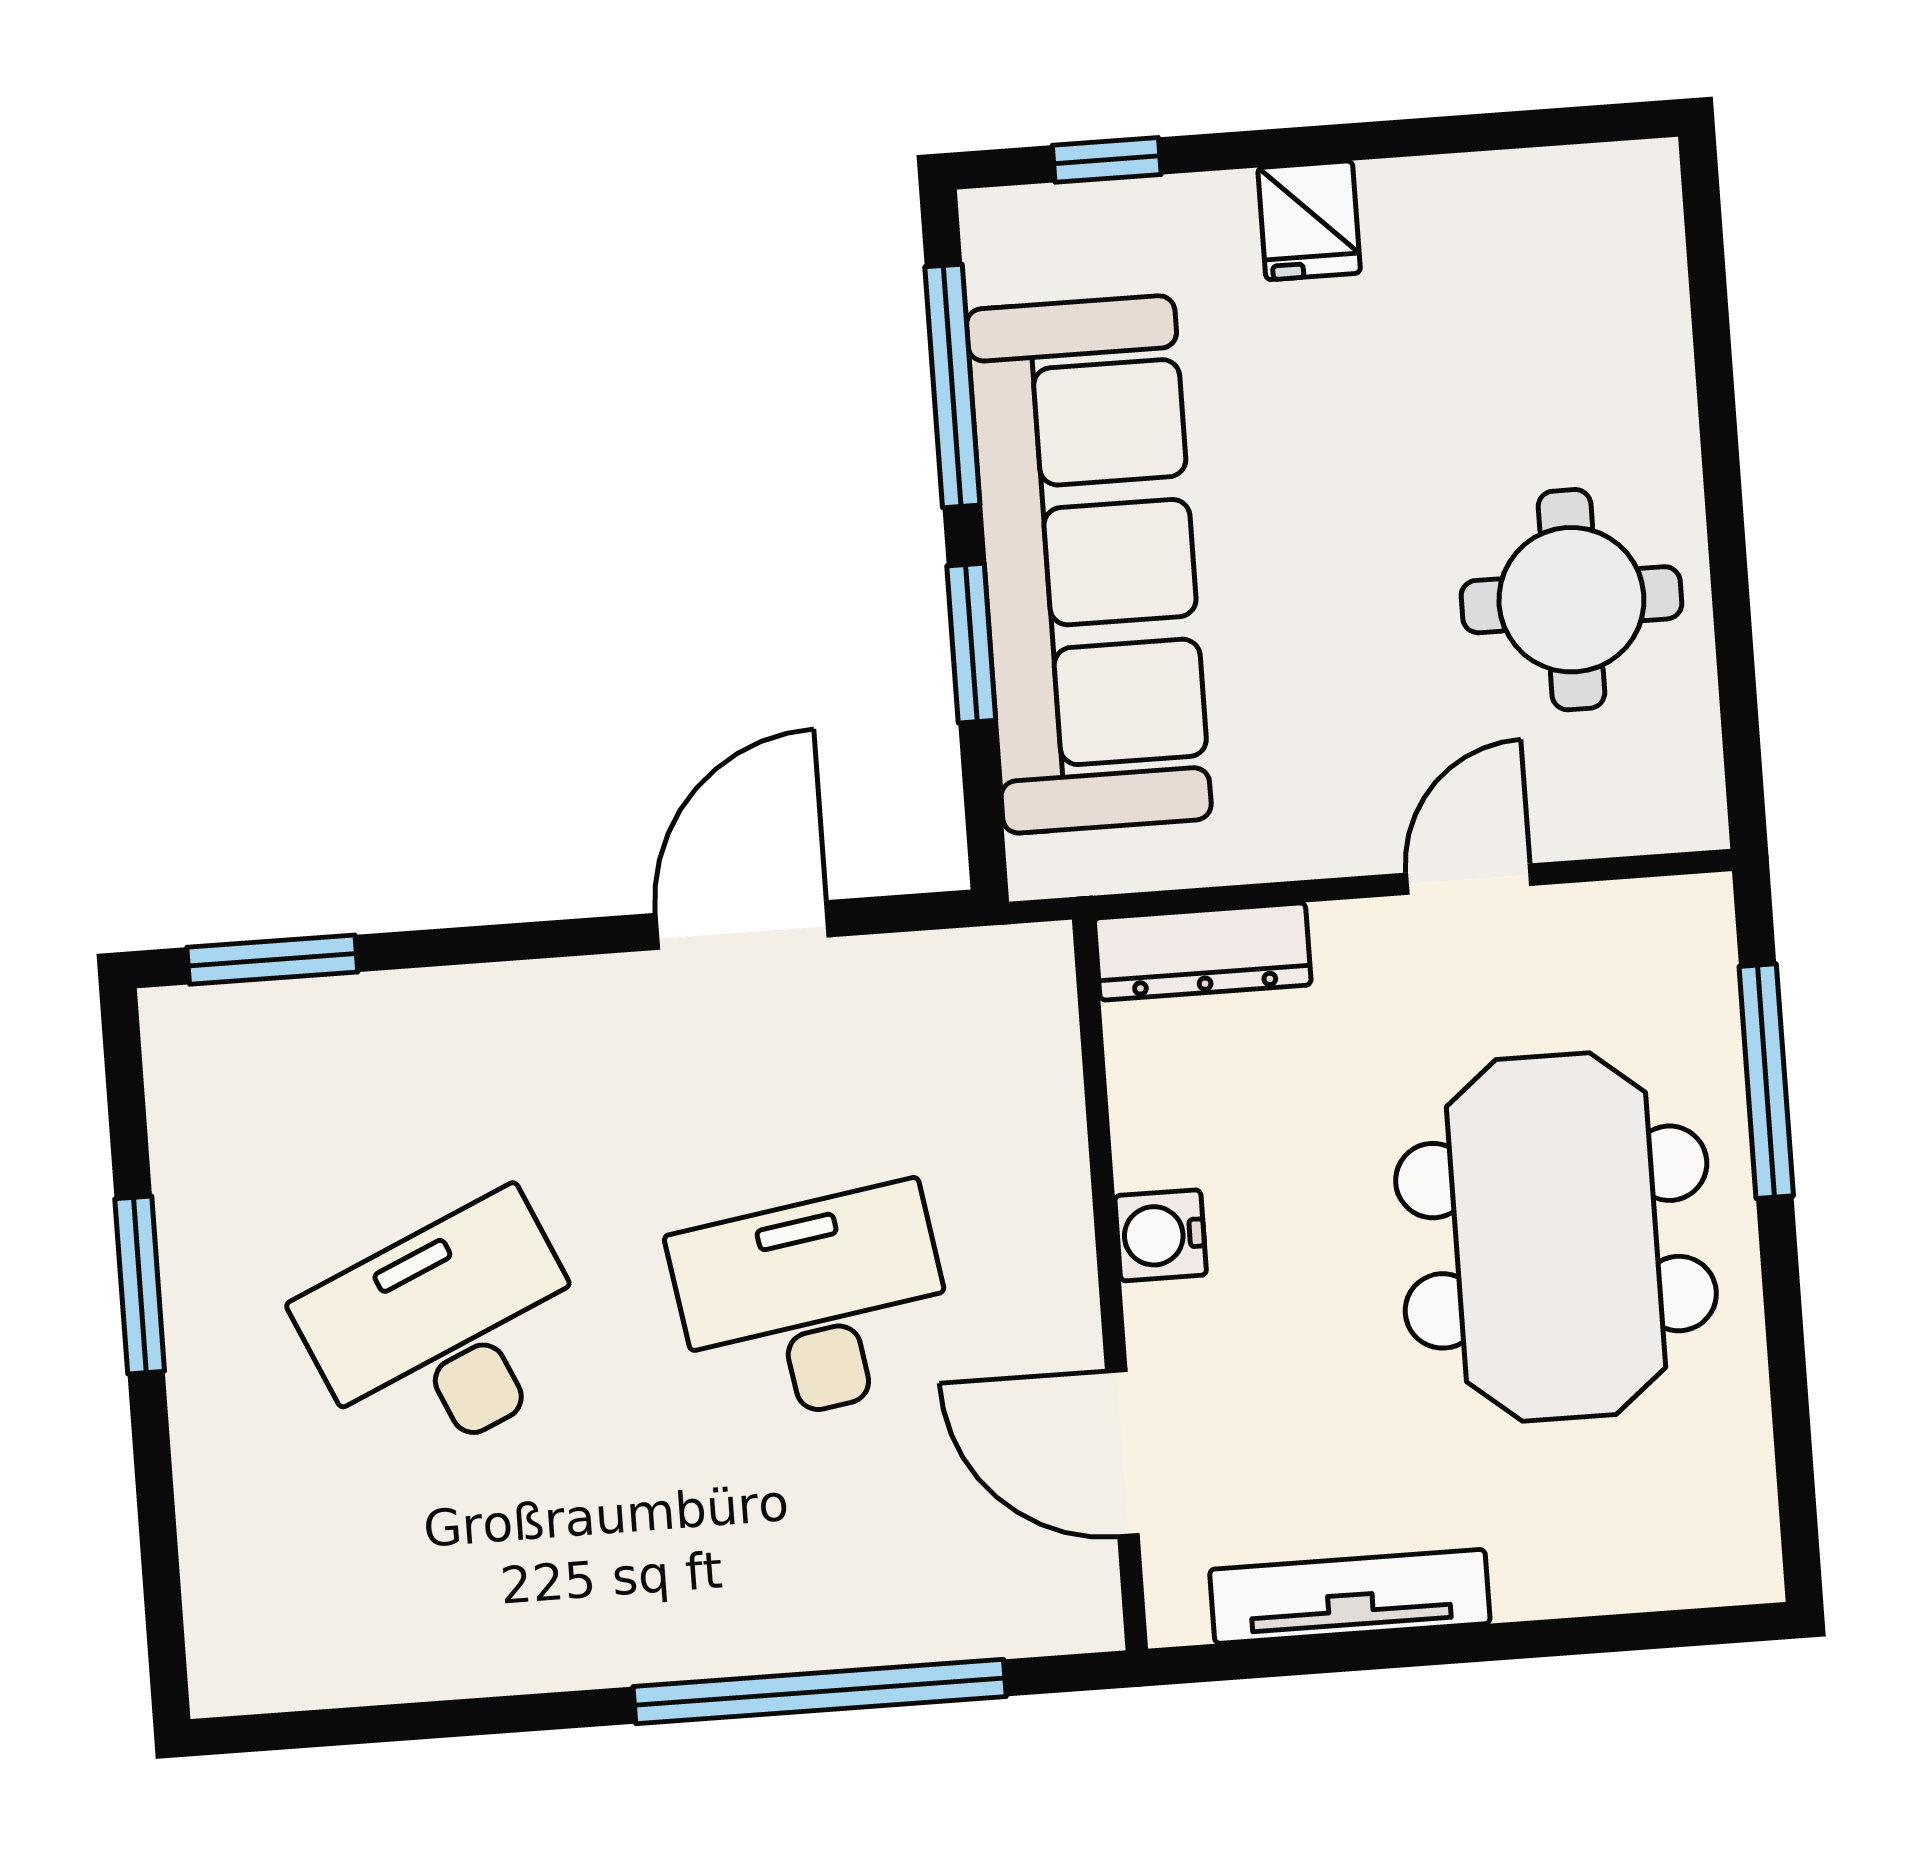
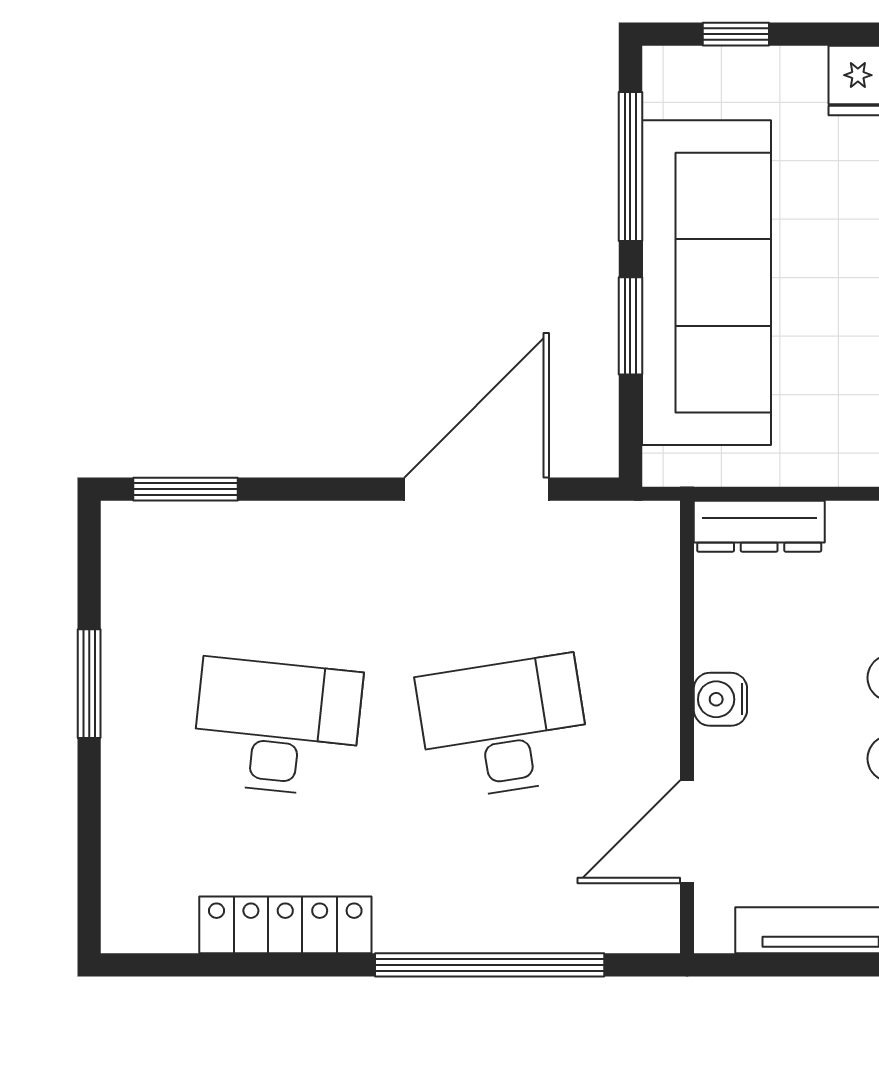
door: (742, 925) -> (477, 489), width x1.36
desk: (448, 1333) -> (277, 727), turned 30
door: (1122, 1453) -> (687, 832), hinge flipped
locker: (485, 1651) -> (285, 925), added

